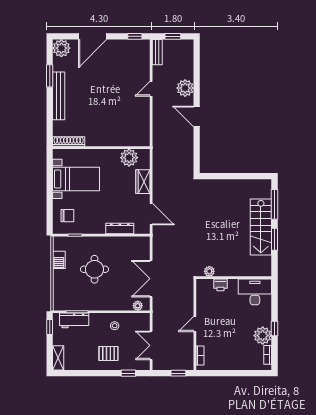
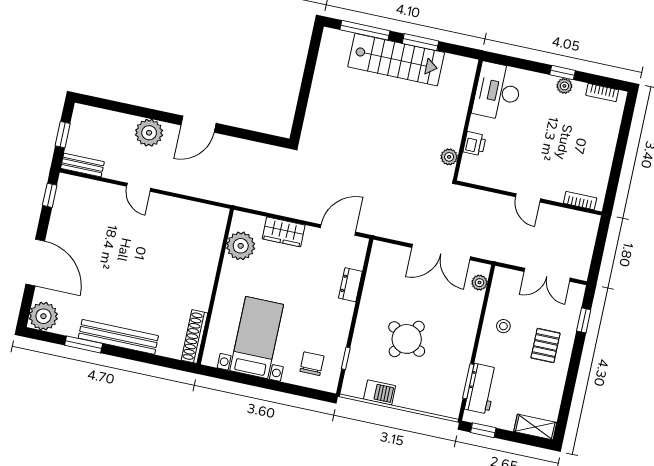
dresser: (120, 229) -> (350, 285), width x0.70
round table: (94, 269) -> (407, 339), turned 32
plant: (263, 336) -> (564, 86), width x0.53, depth x0.53
window: (178, 373) -> (601, 241), removed

